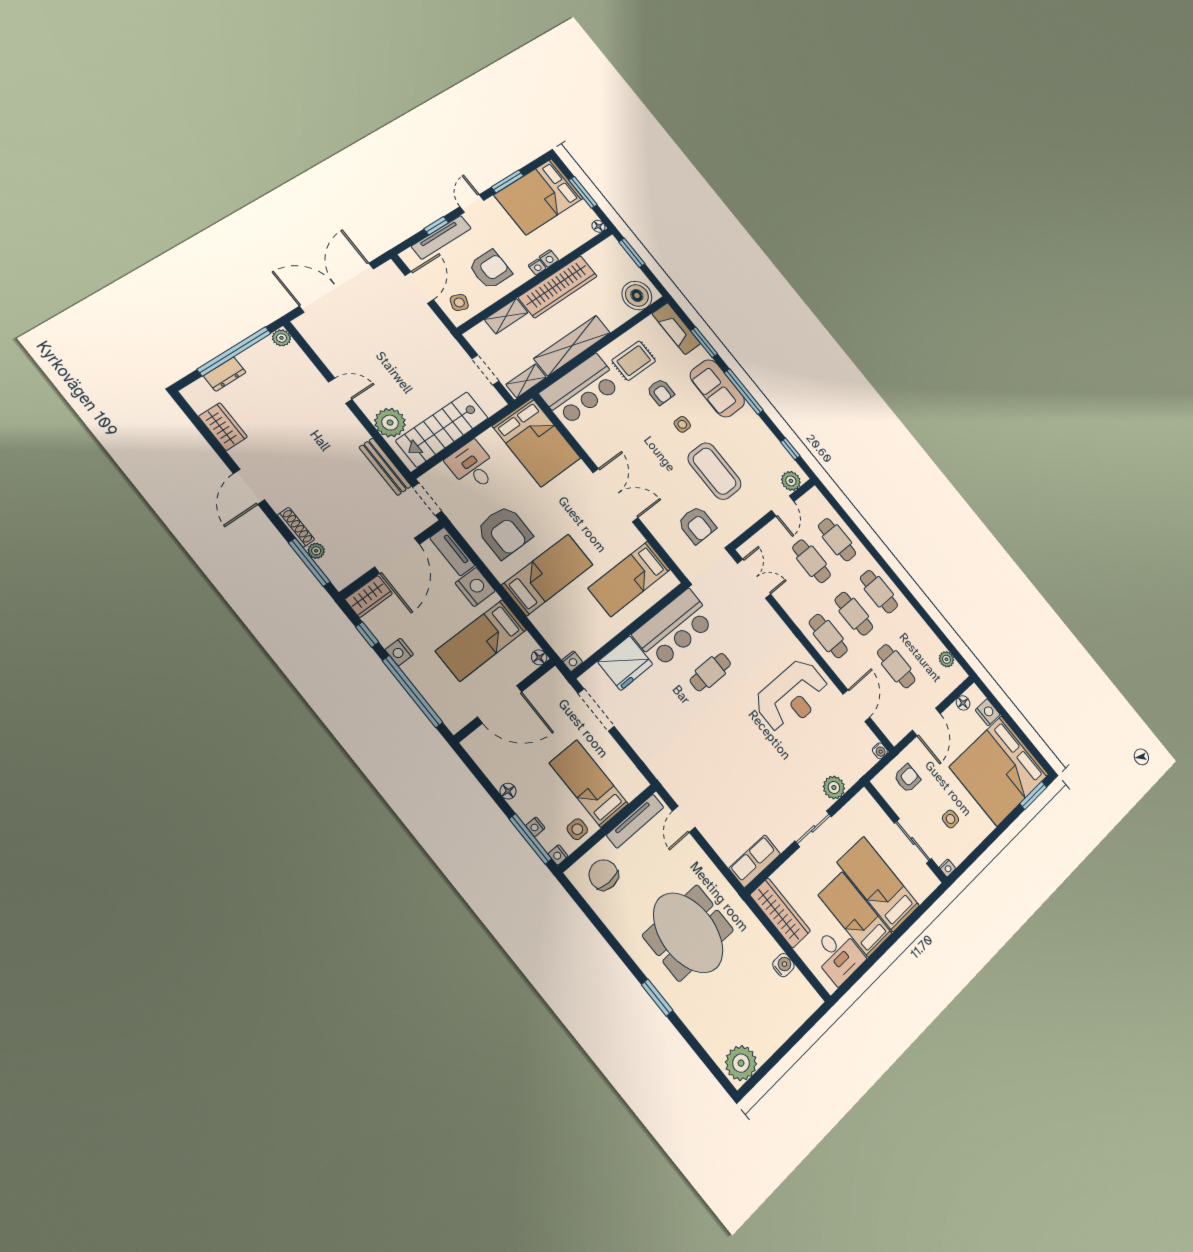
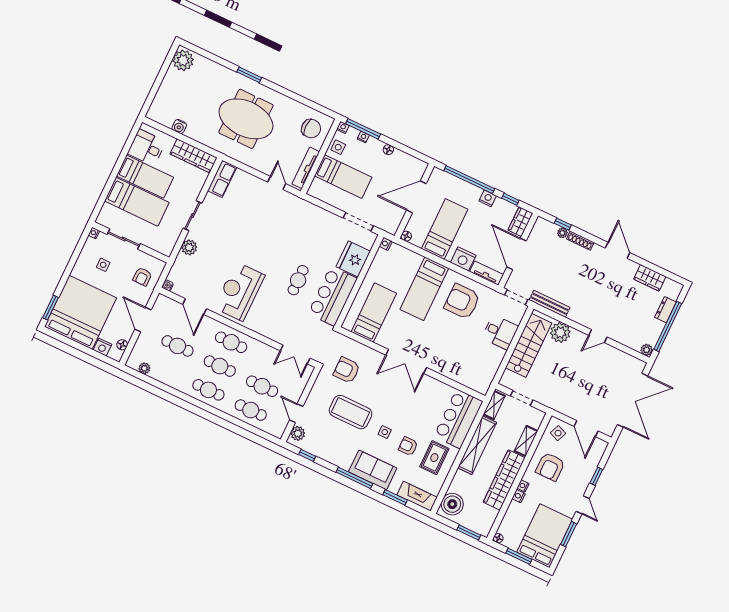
tv unit: (441, 237) -> (589, 470), removed
bed: (537, 442) -> (469, 369), removed
window: (309, 562) -> (563, 224), width x0.46

